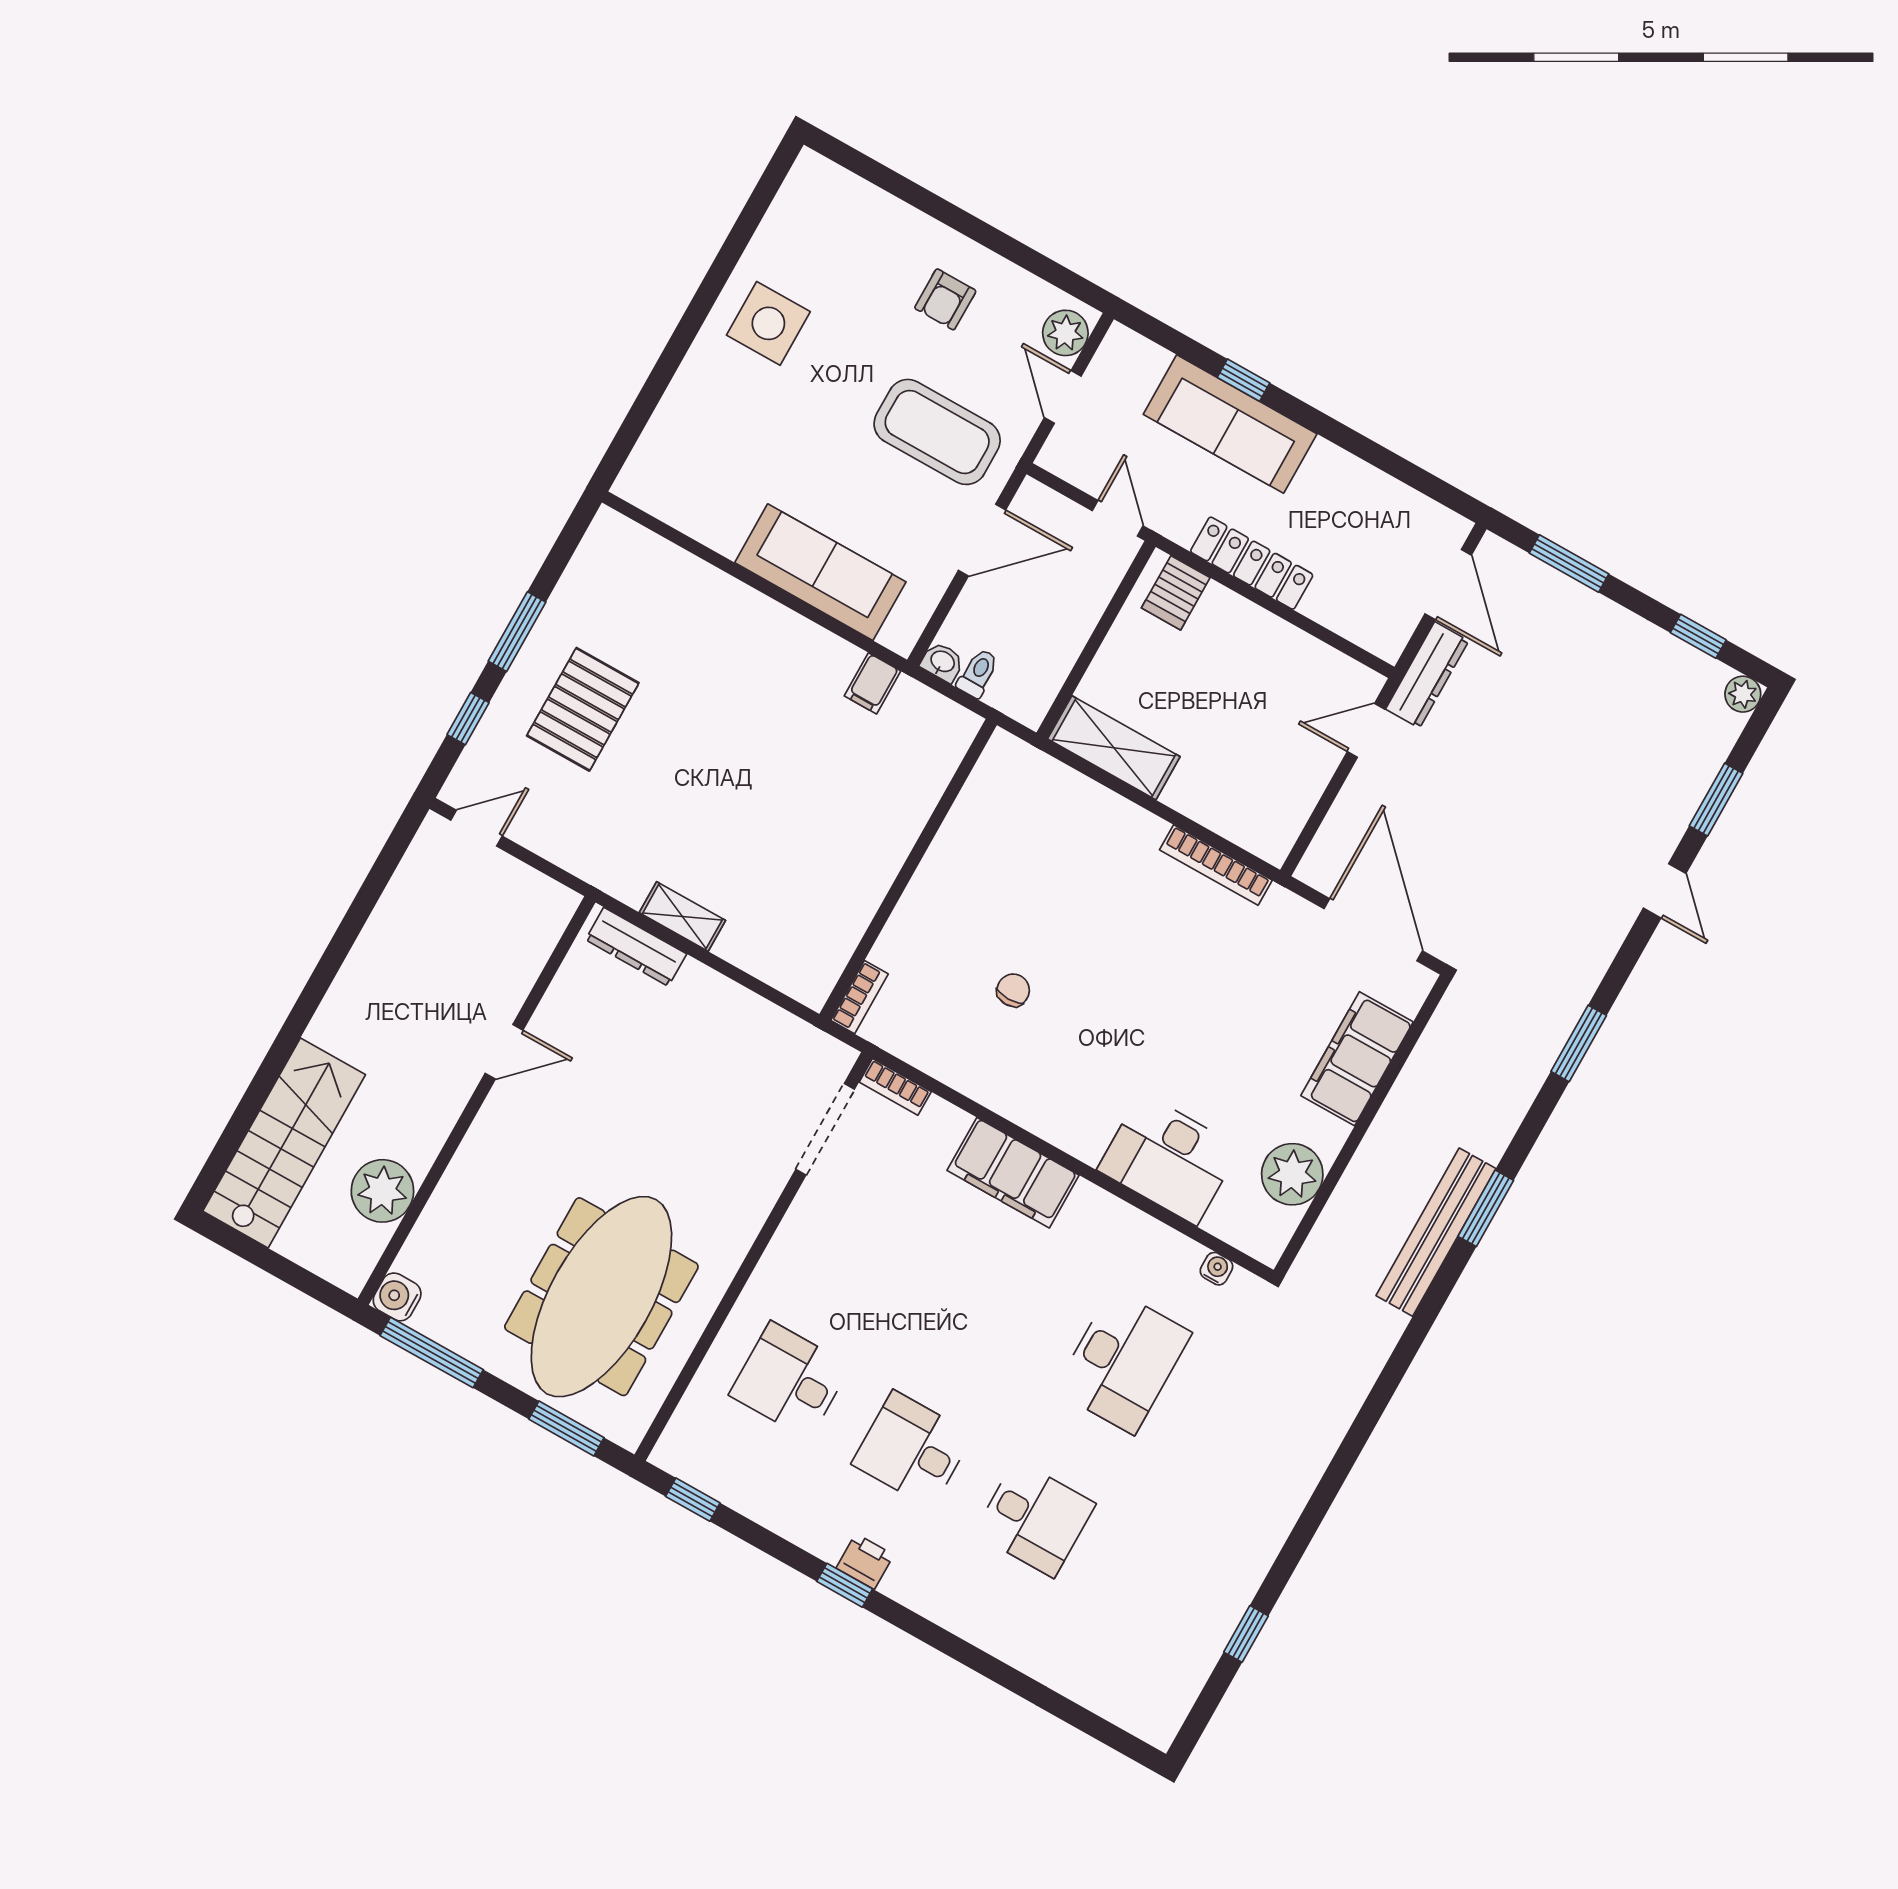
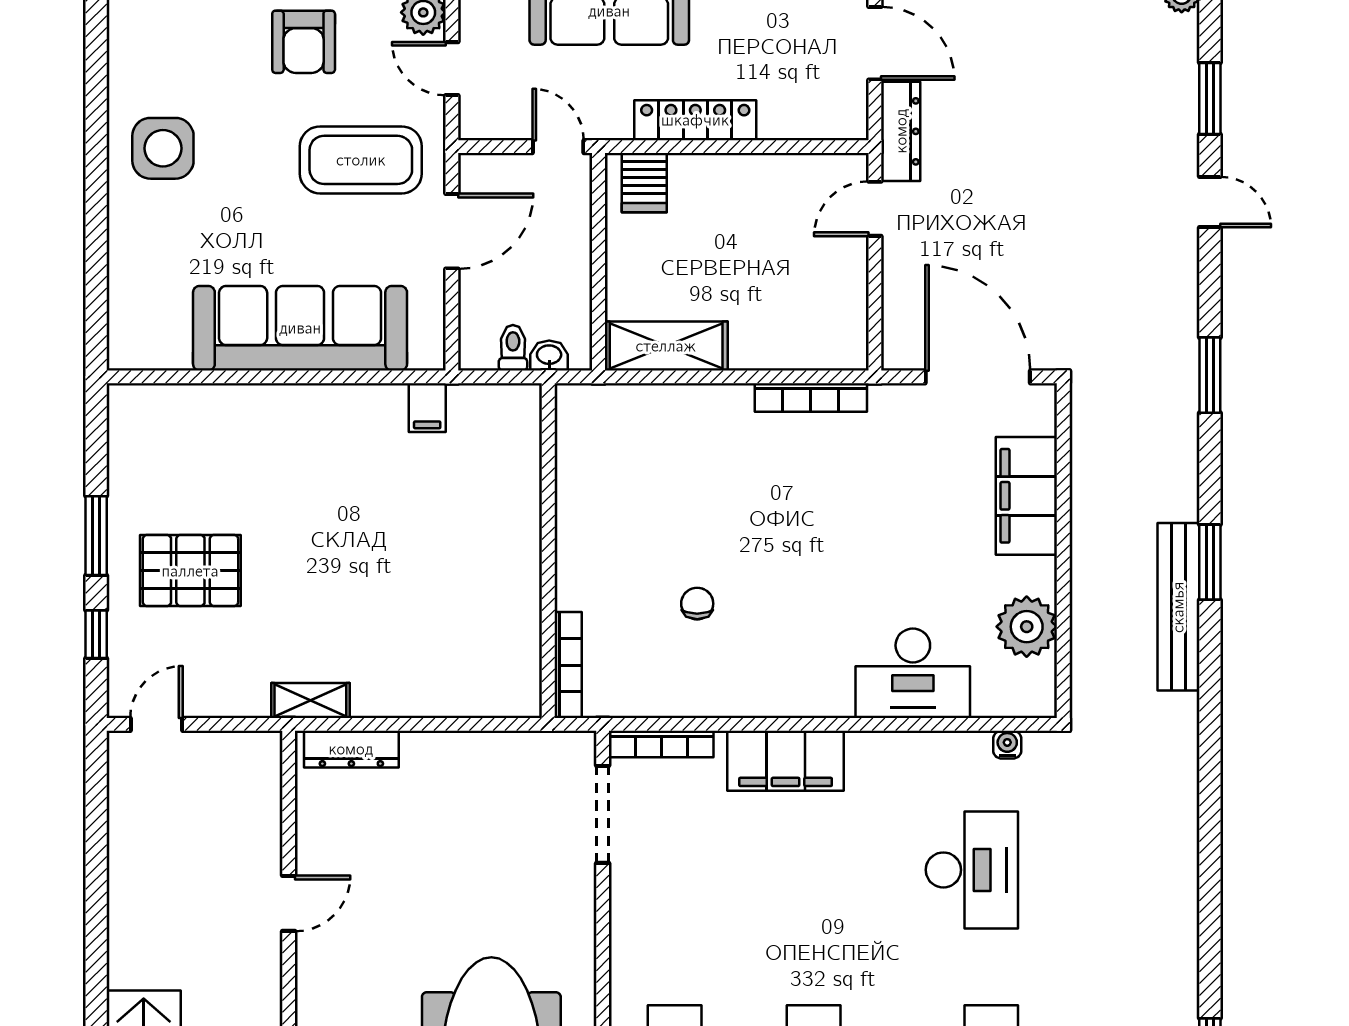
armchair: (945, 299) -> (304, 42), width x1.38, depth x1.38
sofa: (820, 572) -> (300, 328), width x1.36, depth x1.27
washbasin: (942, 662) -> (549, 356), moved
pallet: (583, 709) -> (190, 571), turned 90
shelving: (682, 916) -> (310, 701), moved
bookcase: (859, 997) -> (568, 665), width x1.56
bookcase: (895, 1087) -> (661, 744), width x1.56

